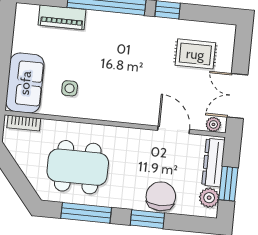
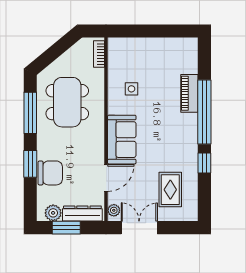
piano: (62, 17) -> (189, 93), moved
sofa: (25, 83) -> (122, 140), moved, turned -90

